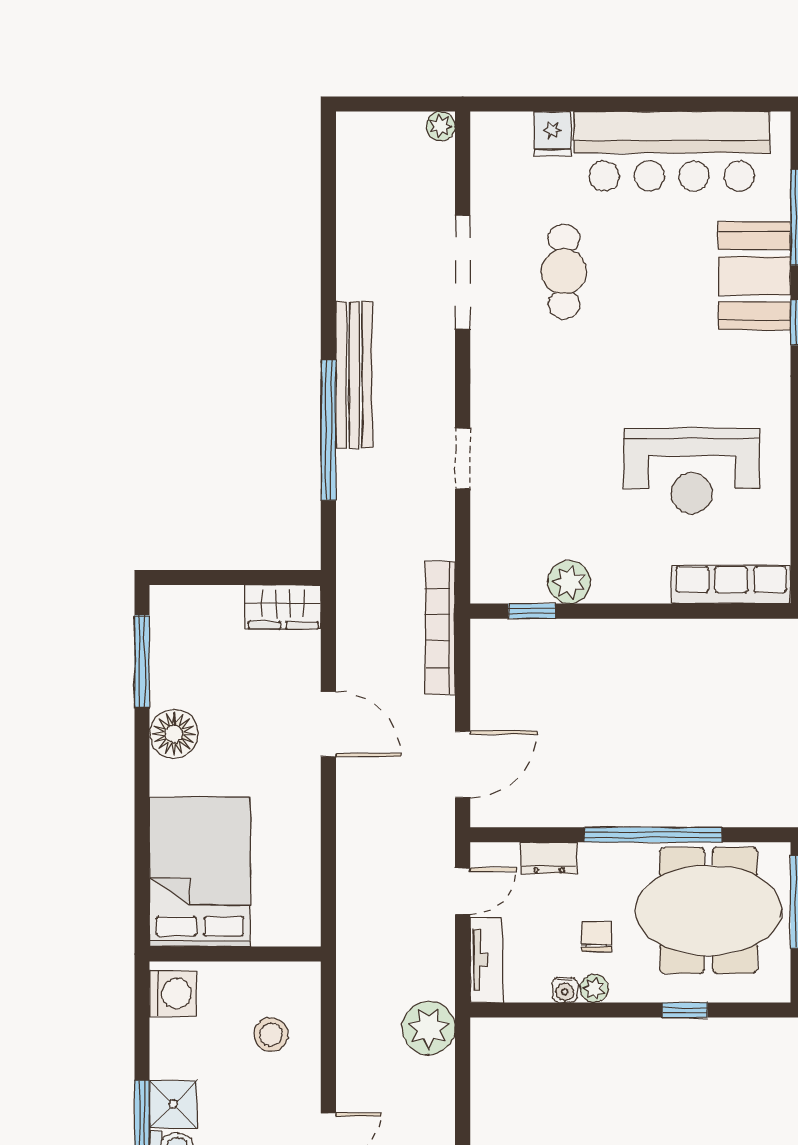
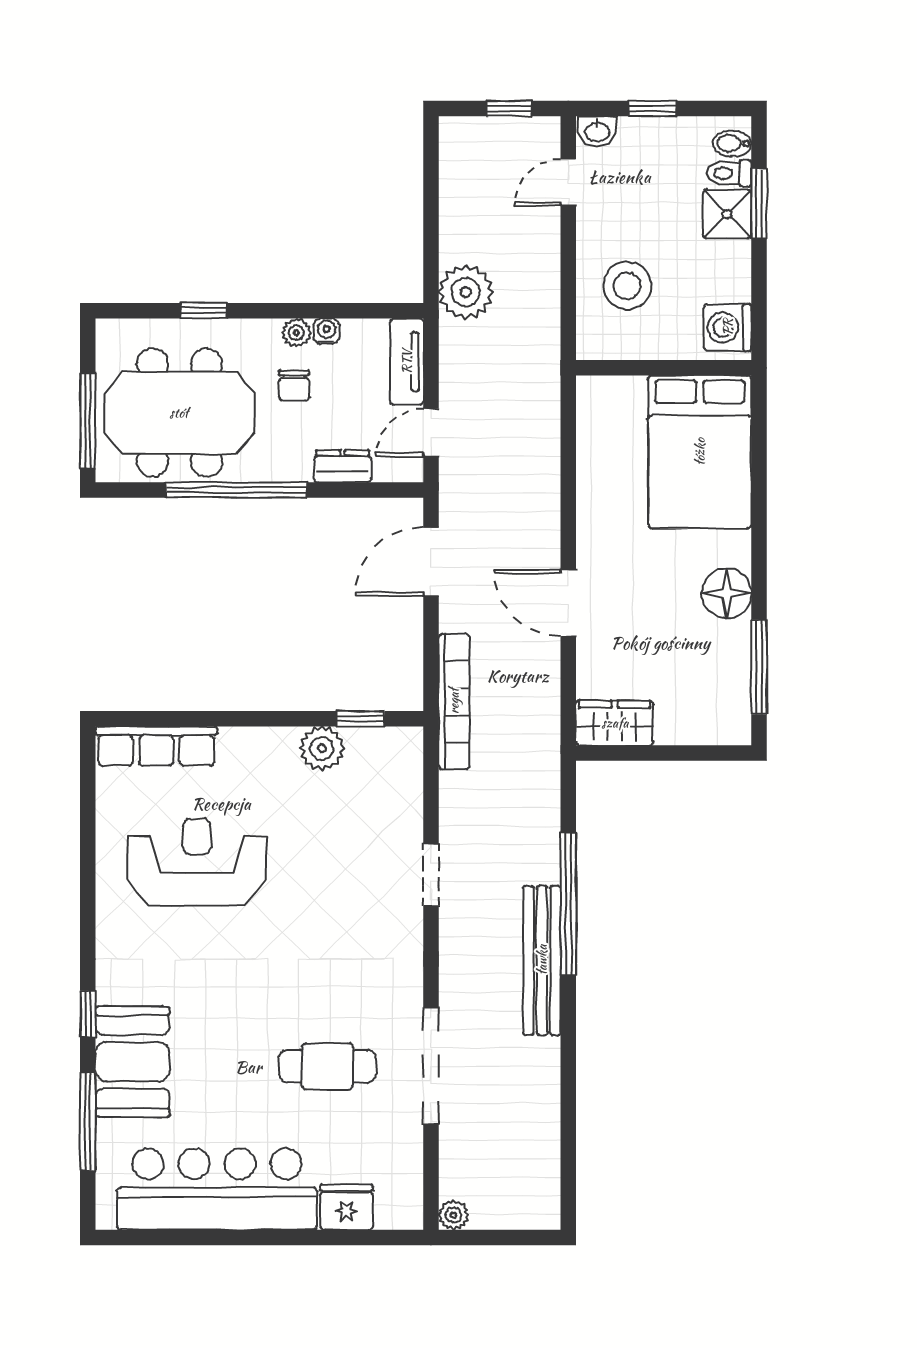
fridge: (552, 134) -> (346, 1207), width x1.38
cafe table: (564, 272) -> (327, 1066), turned 90
stool: (271, 1034) -> (627, 286), width x1.38, depth x1.38

